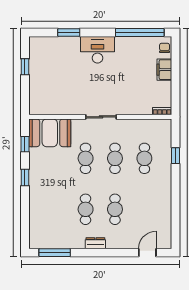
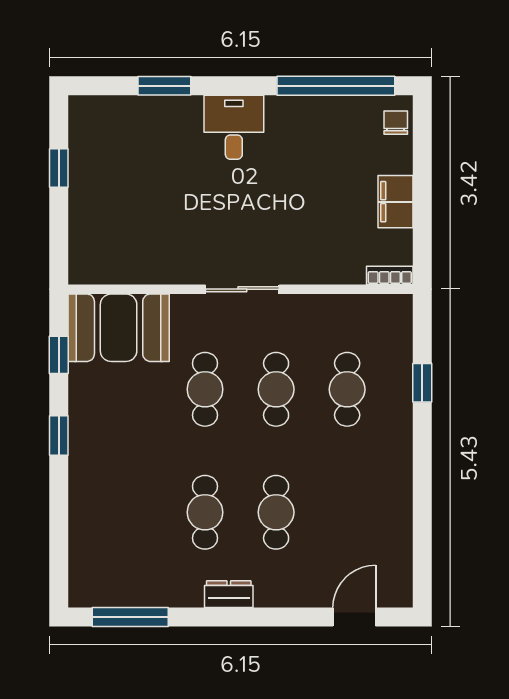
desk: (97, 50) -> (234, 127), width x0.73
filing cabinet: (164, 70) -> (396, 202), moved

